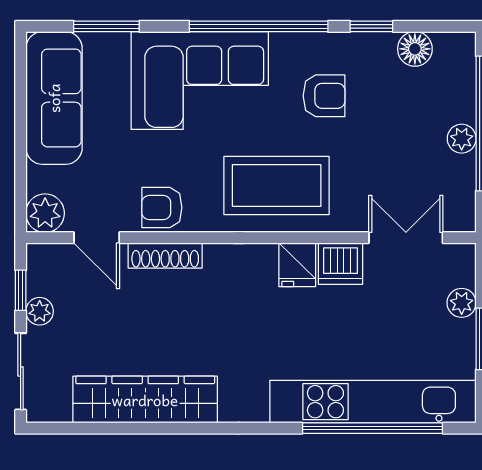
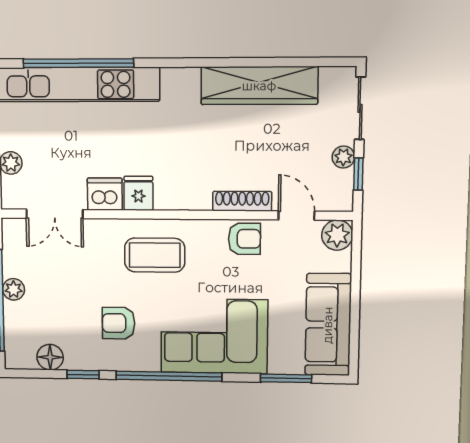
coffee table: (277, 185) -> (155, 255), width x0.73, depth x0.76

